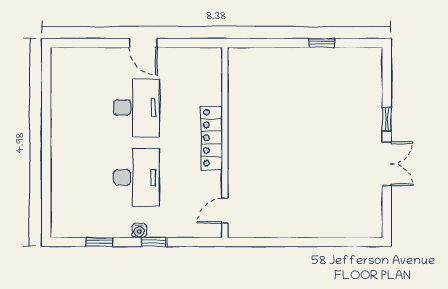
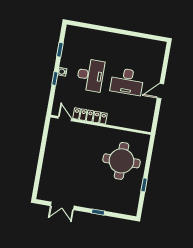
round table: (285, 92) -> (121, 161), added
locker: (212, 138) -> (90, 116), moved
double door: (387, 164) -> (62, 206), moved
desk: (136, 177) -> (90, 75), turned -90

